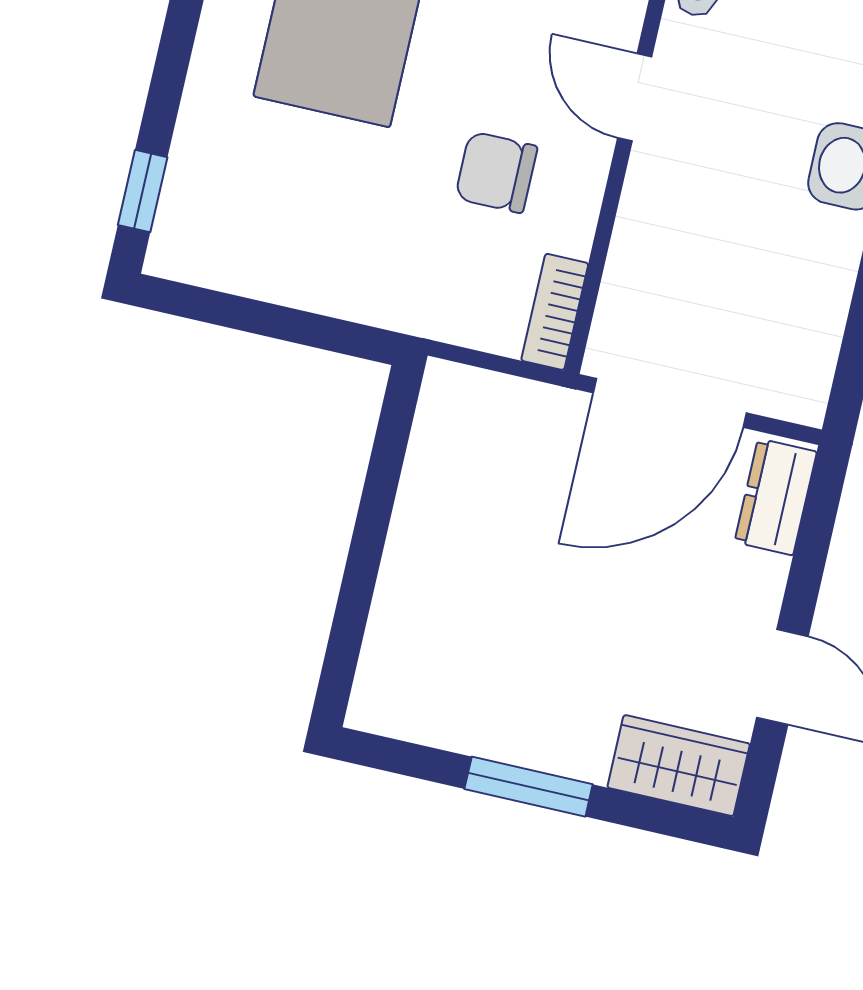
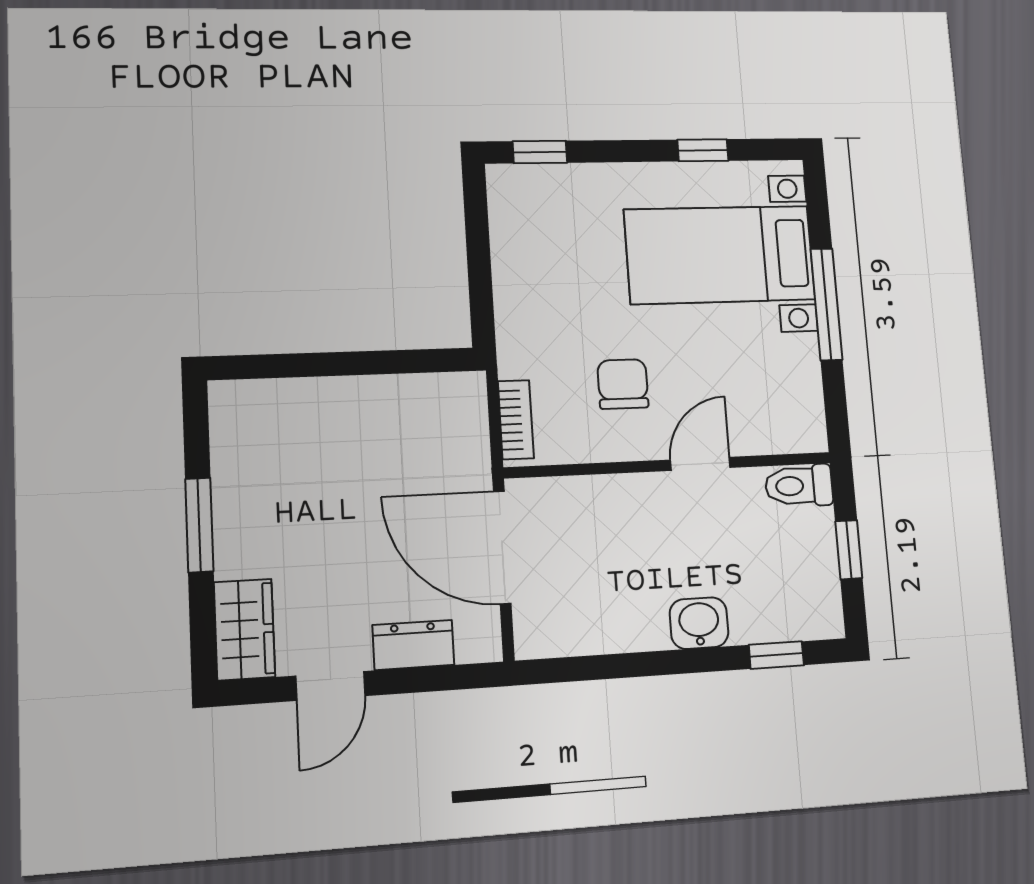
bookcase: (555, 312) -> (516, 420), moved, turned 90
dresser: (776, 497) -> (413, 645), moved

